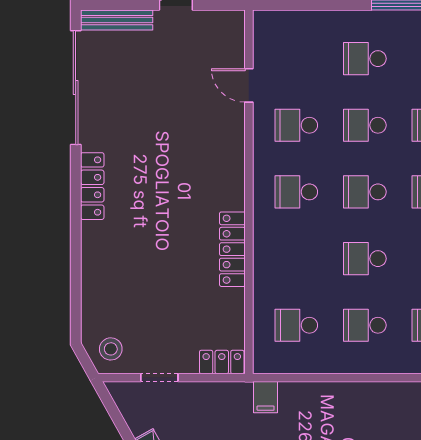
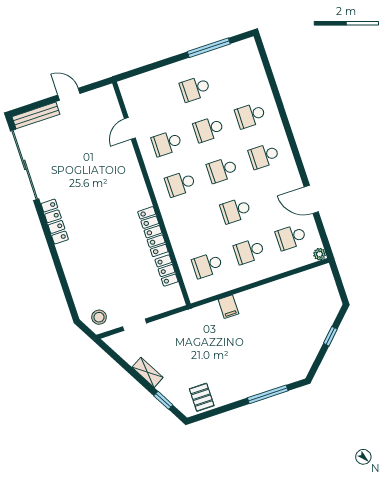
door: (249, 85) -> (130, 128), hinge flipped
locker: (222, 362) -> (167, 271), moved, turned -90
filing cabinet: (266, 397) -> (228, 307), moved

